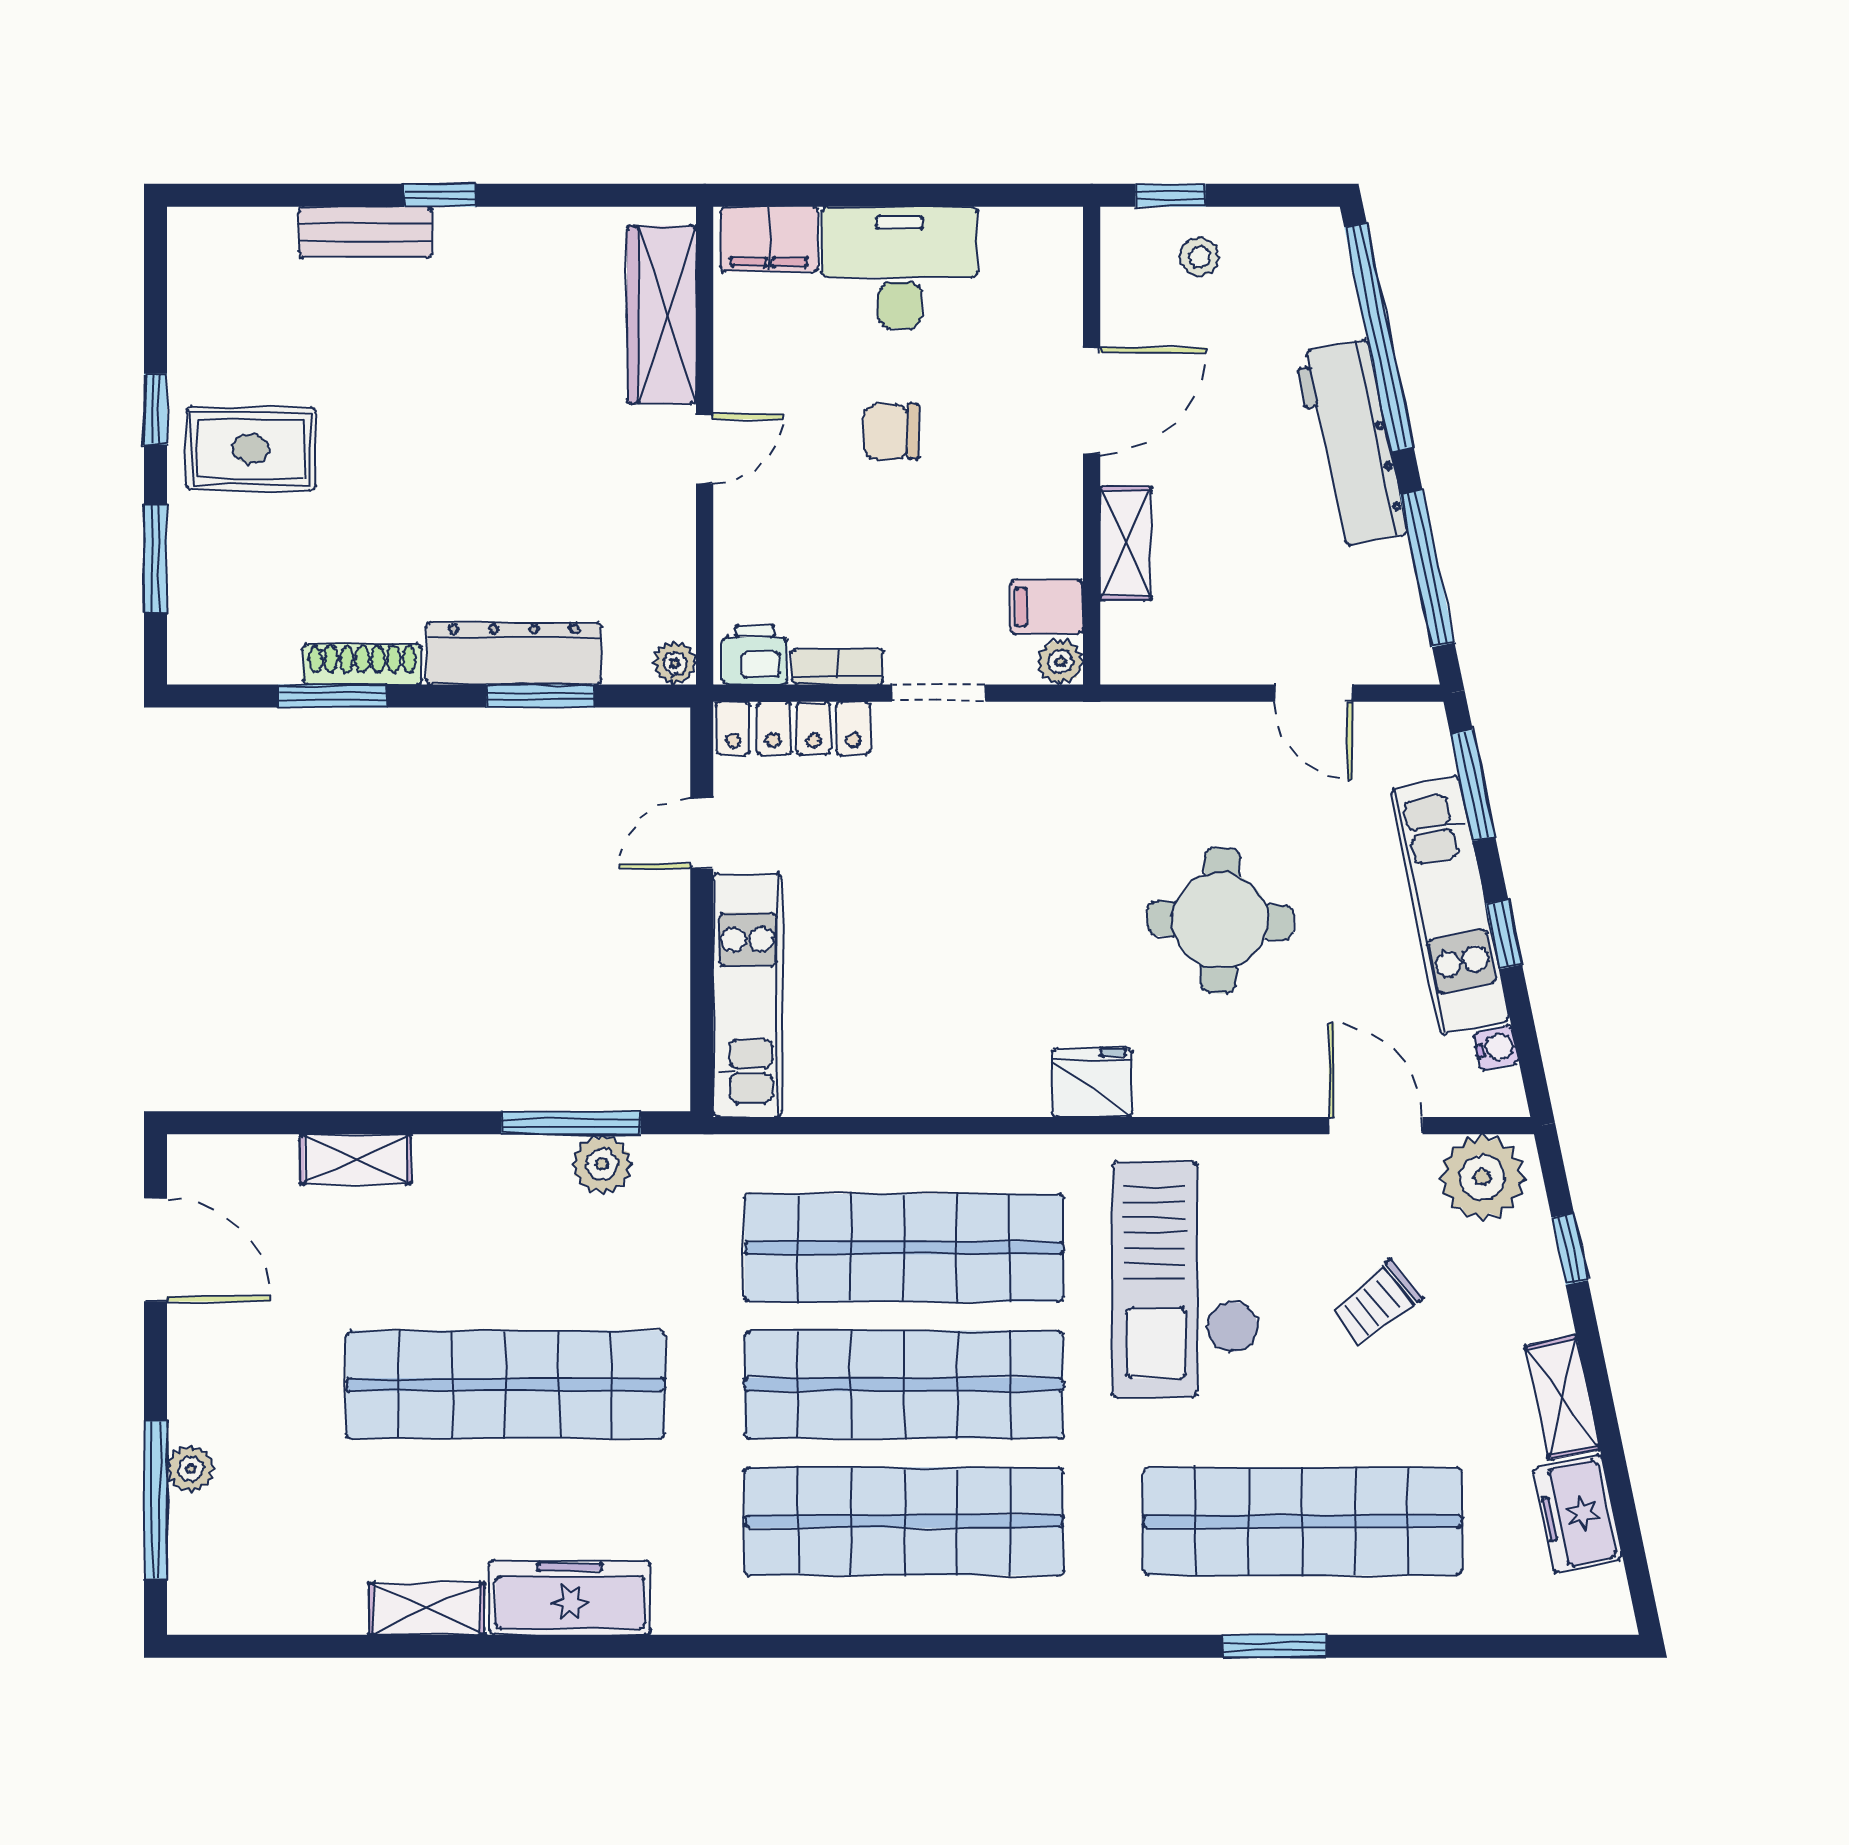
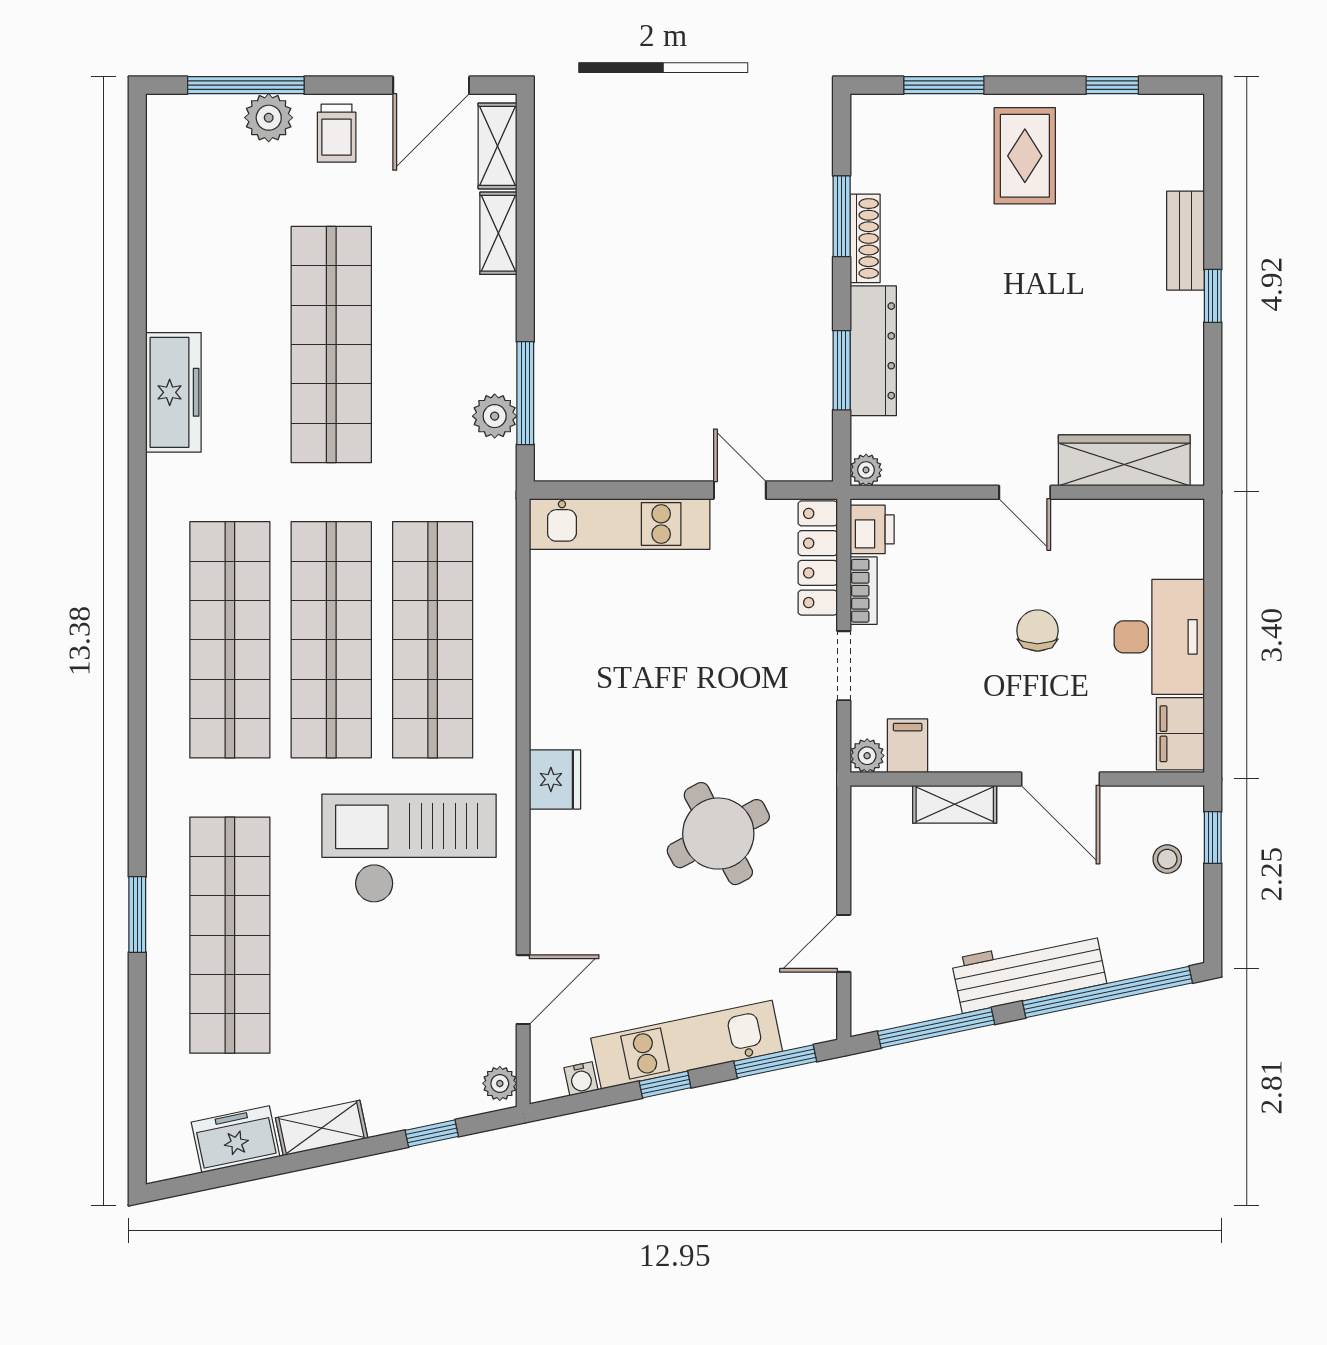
filing cabinet: (769, 239) -> (1180, 734), moved
window: (156, 409) -> (1112, 85), moved
round table: (1220, 920) -> (718, 834), moved, turned -30
plant: (1482, 1177) -> (500, 1083), width x0.53, depth x0.53
trolley: (1377, 1304) -> (337, 133), moved, turned -140
plant: (191, 1469) -> (269, 118), width x1.38, depth x1.38
shelving: (427, 1609) -> (498, 146), moved

